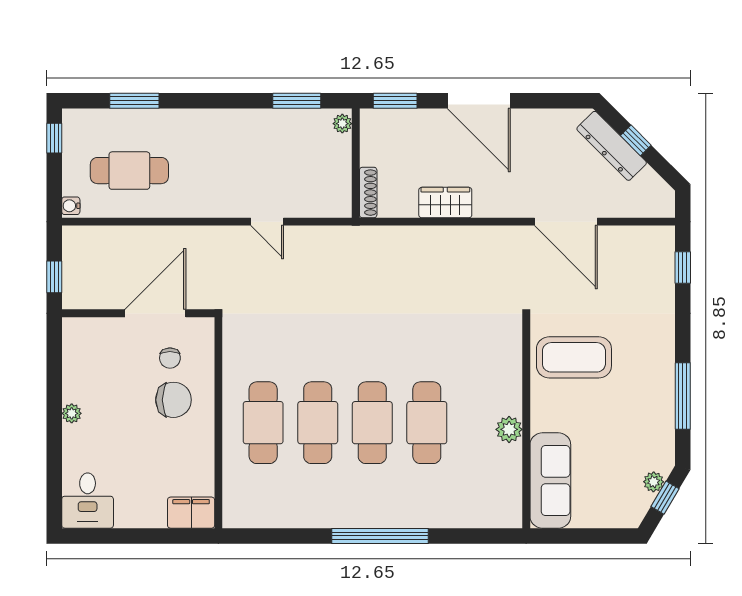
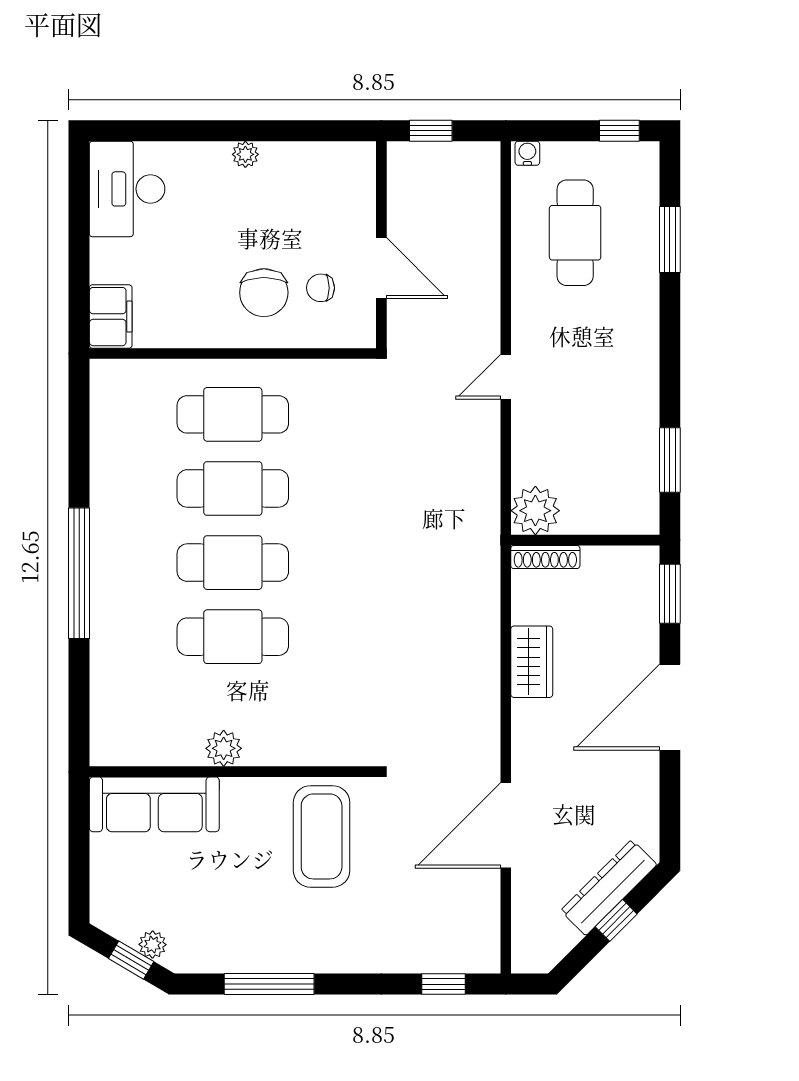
plant: (342, 124) -> (535, 511), moved, width x1.88, depth x1.88
door: (267, 222) -> (506, 377), moved
door: (155, 313) -> (381, 268), width x0.73
desk: (88, 501) -> (127, 189), width x1.37

